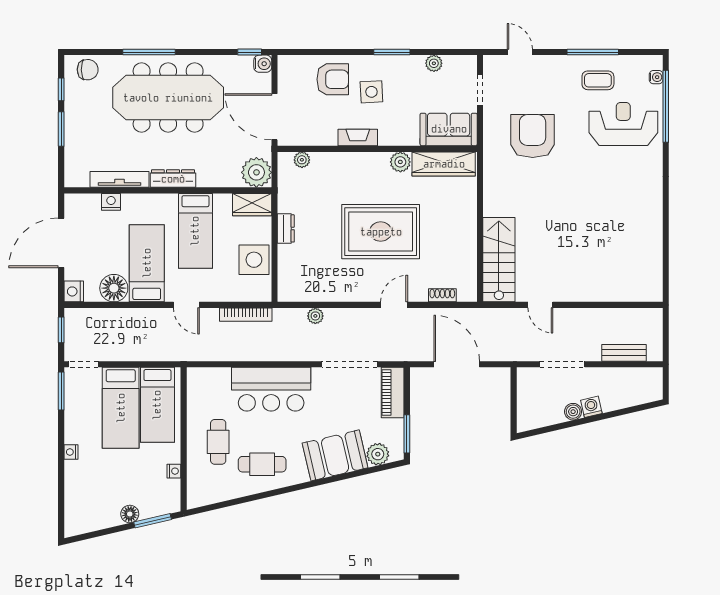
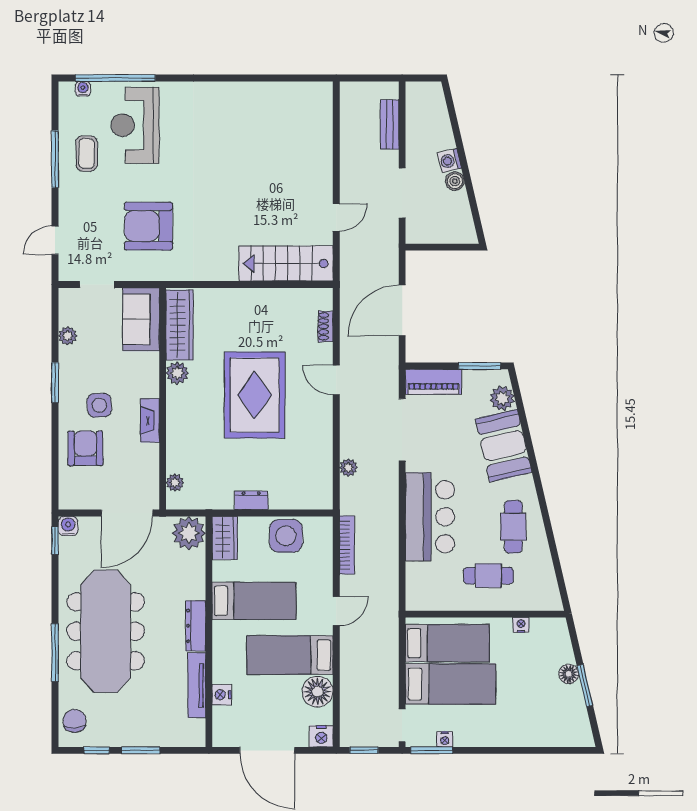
nightstand: (71, 452) -> (445, 739), moved
window: (153, 521) -> (585, 685), moved

